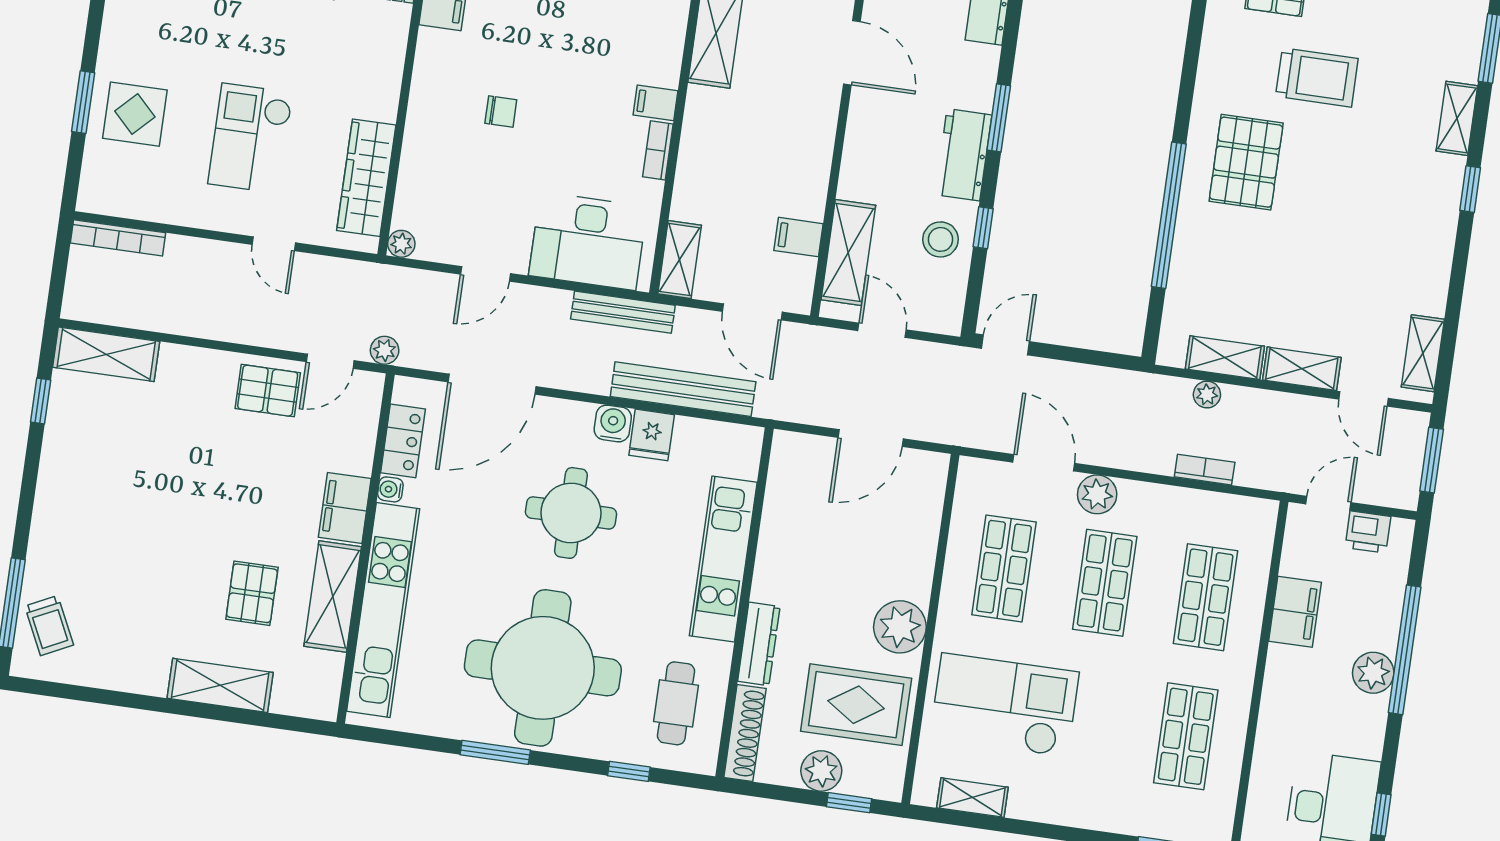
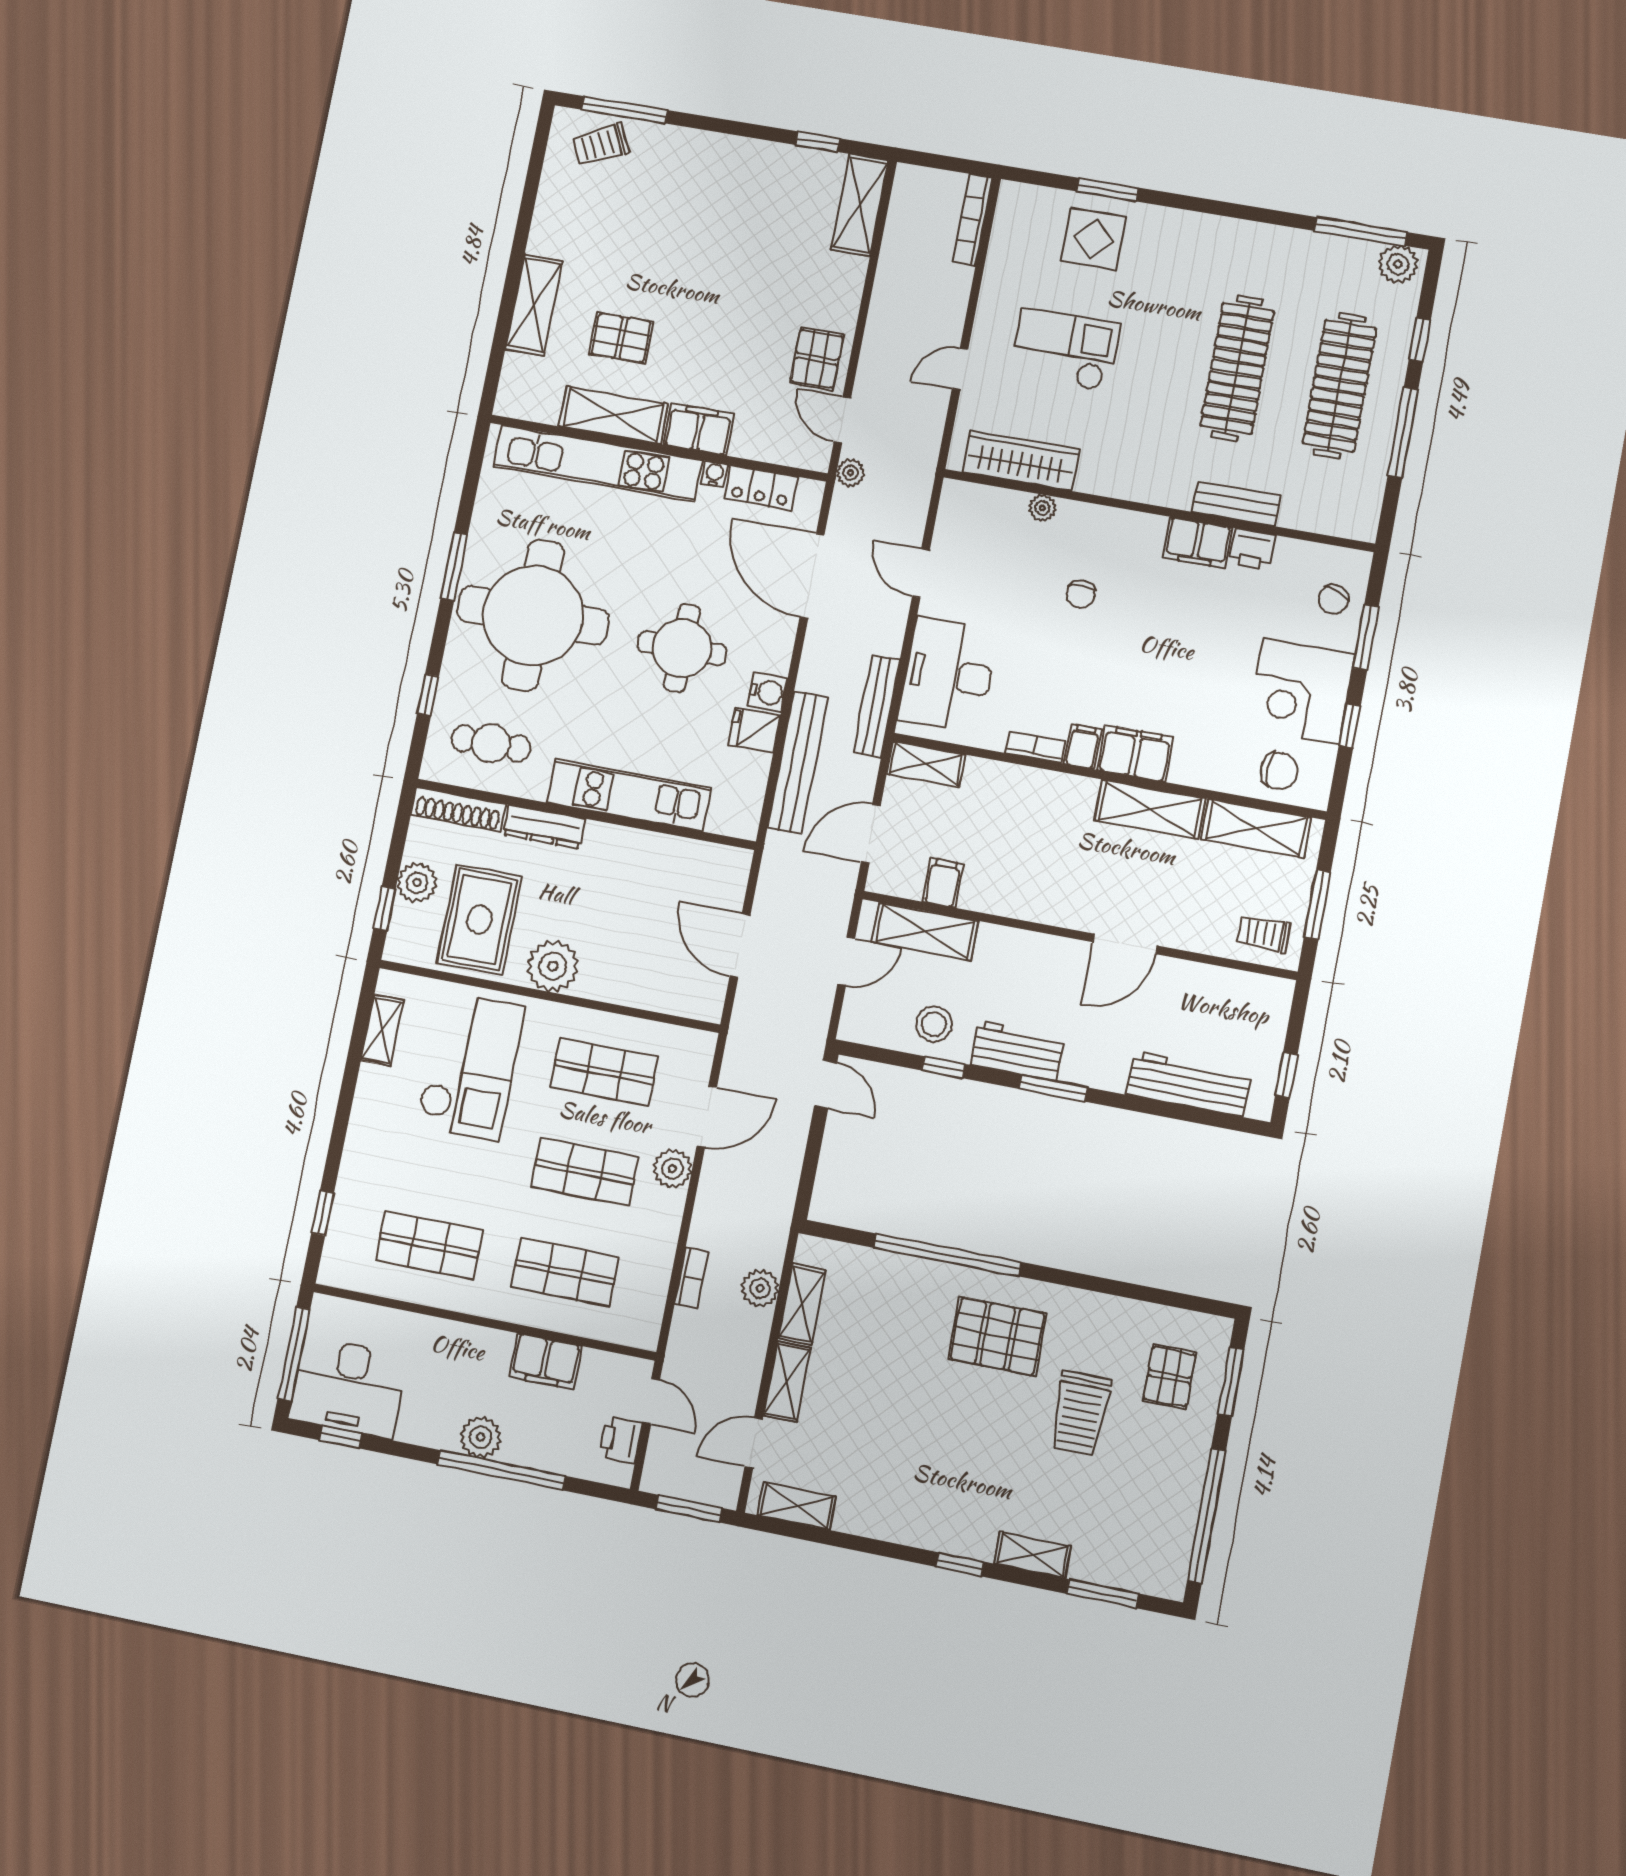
filing cabinet: (660, 50) -> (1135, 753), added
plant: (401, 244) -> (1042, 508), moved
plant: (1207, 395) -> (760, 1288), width x1.38, depth x1.38

